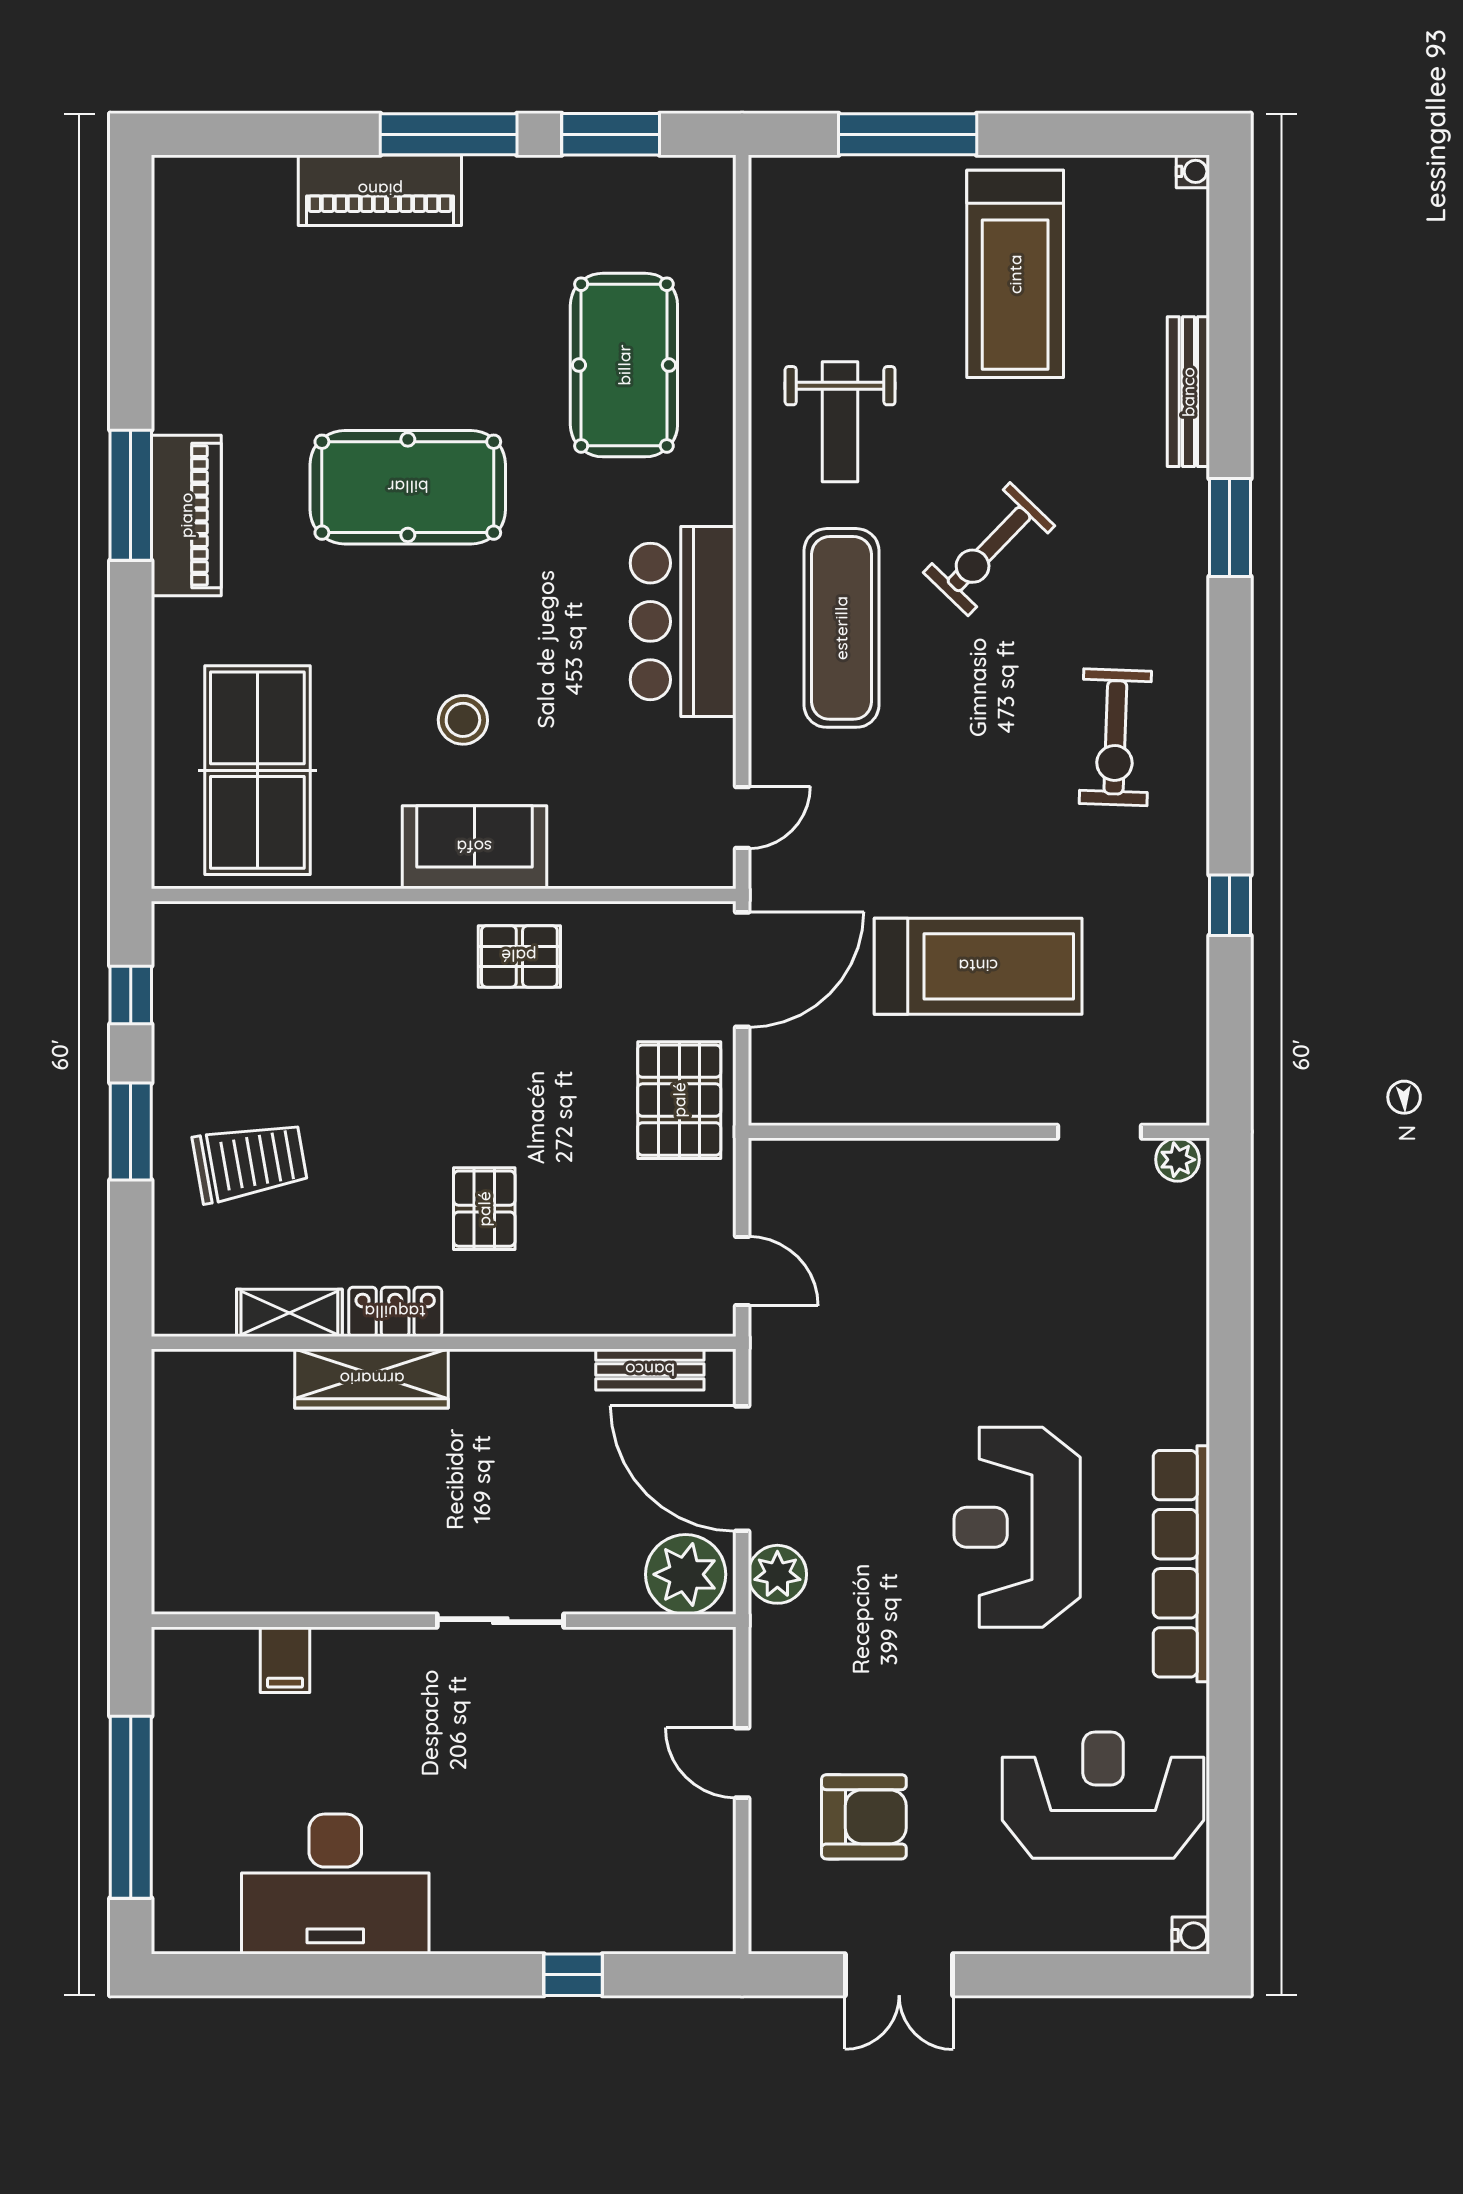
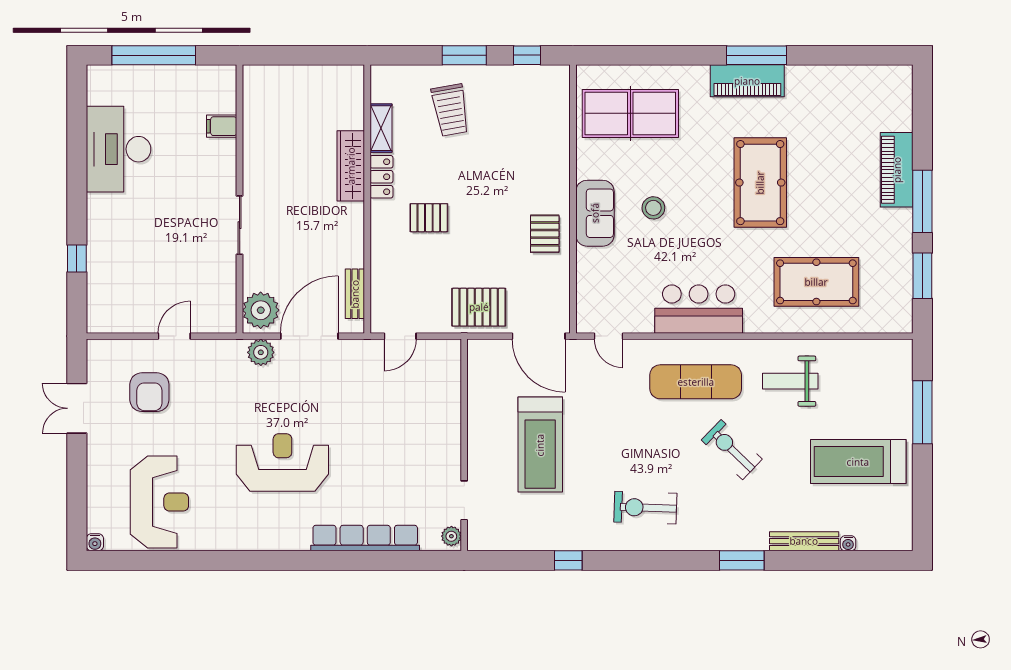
water cooler: (1193, 171) -> (848, 543), moved
row of seats: (1181, 1564) -> (365, 538), moved

